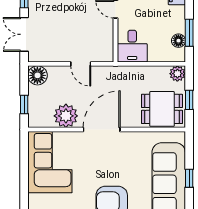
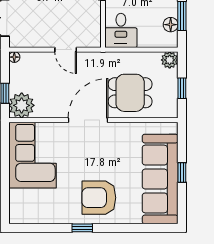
floor lamp: (37, 75) -> (14, 57), width x0.53, depth x0.53
dining table: (162, 109) -> (130, 93), moved
plant: (66, 116) -> (22, 105), moved

